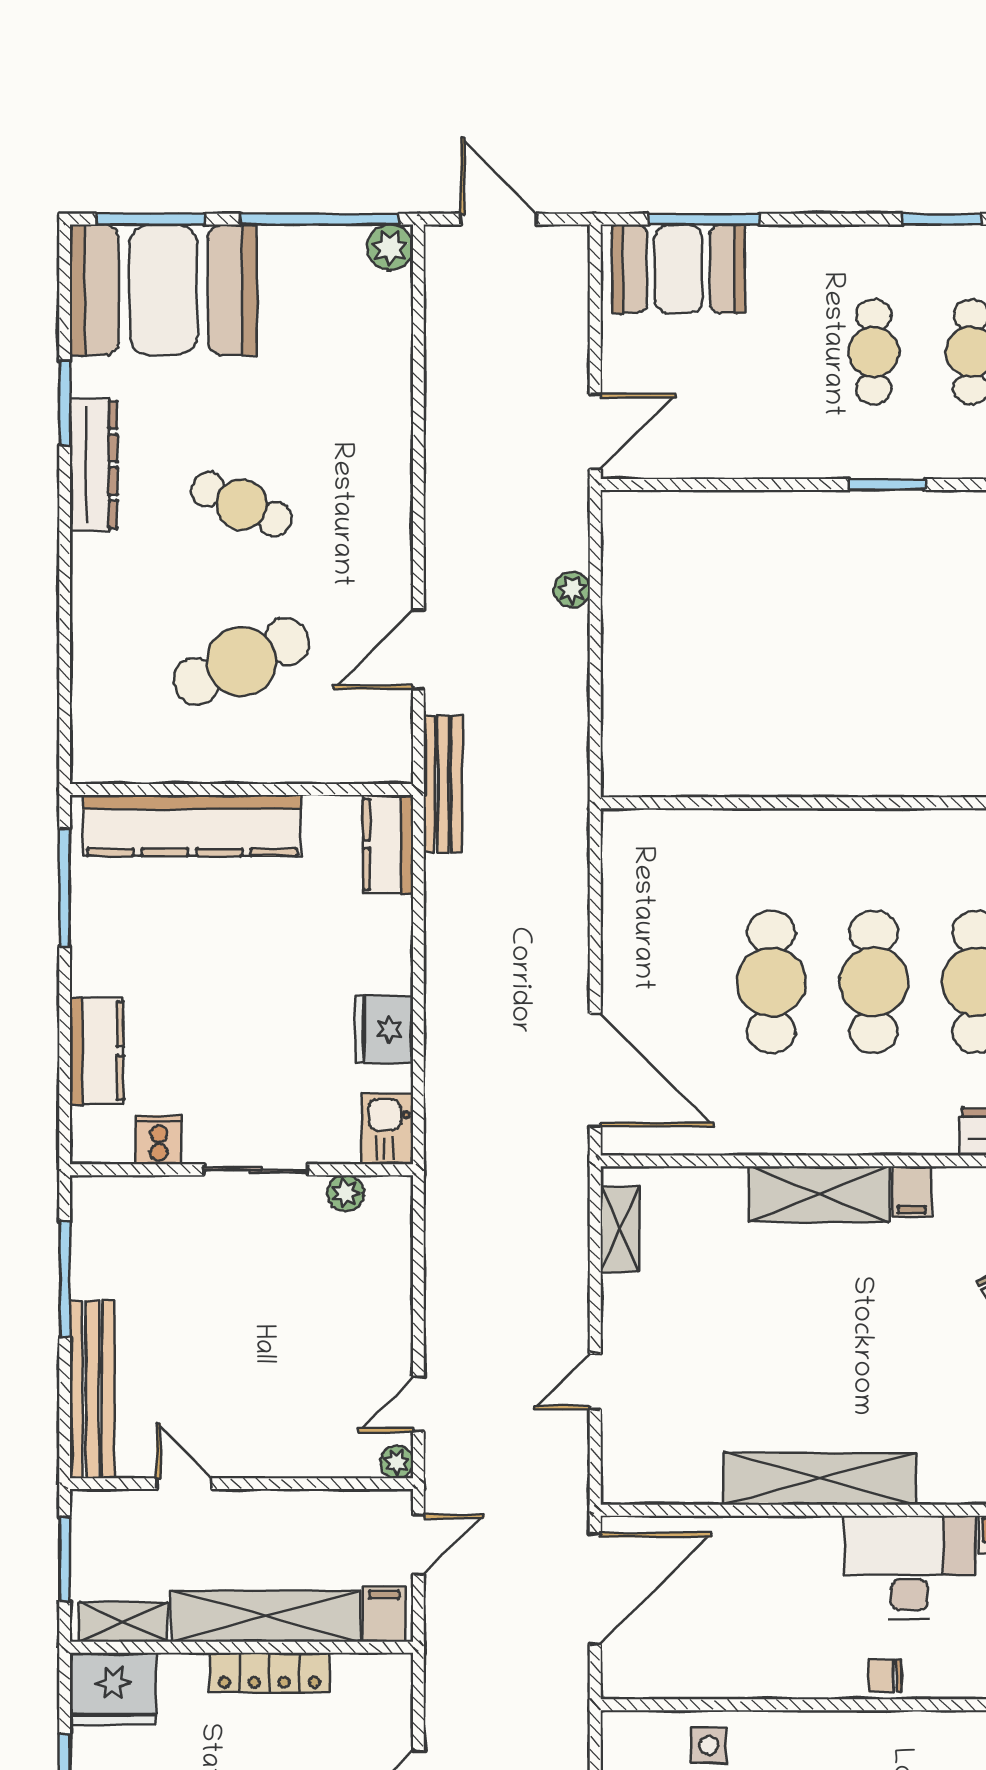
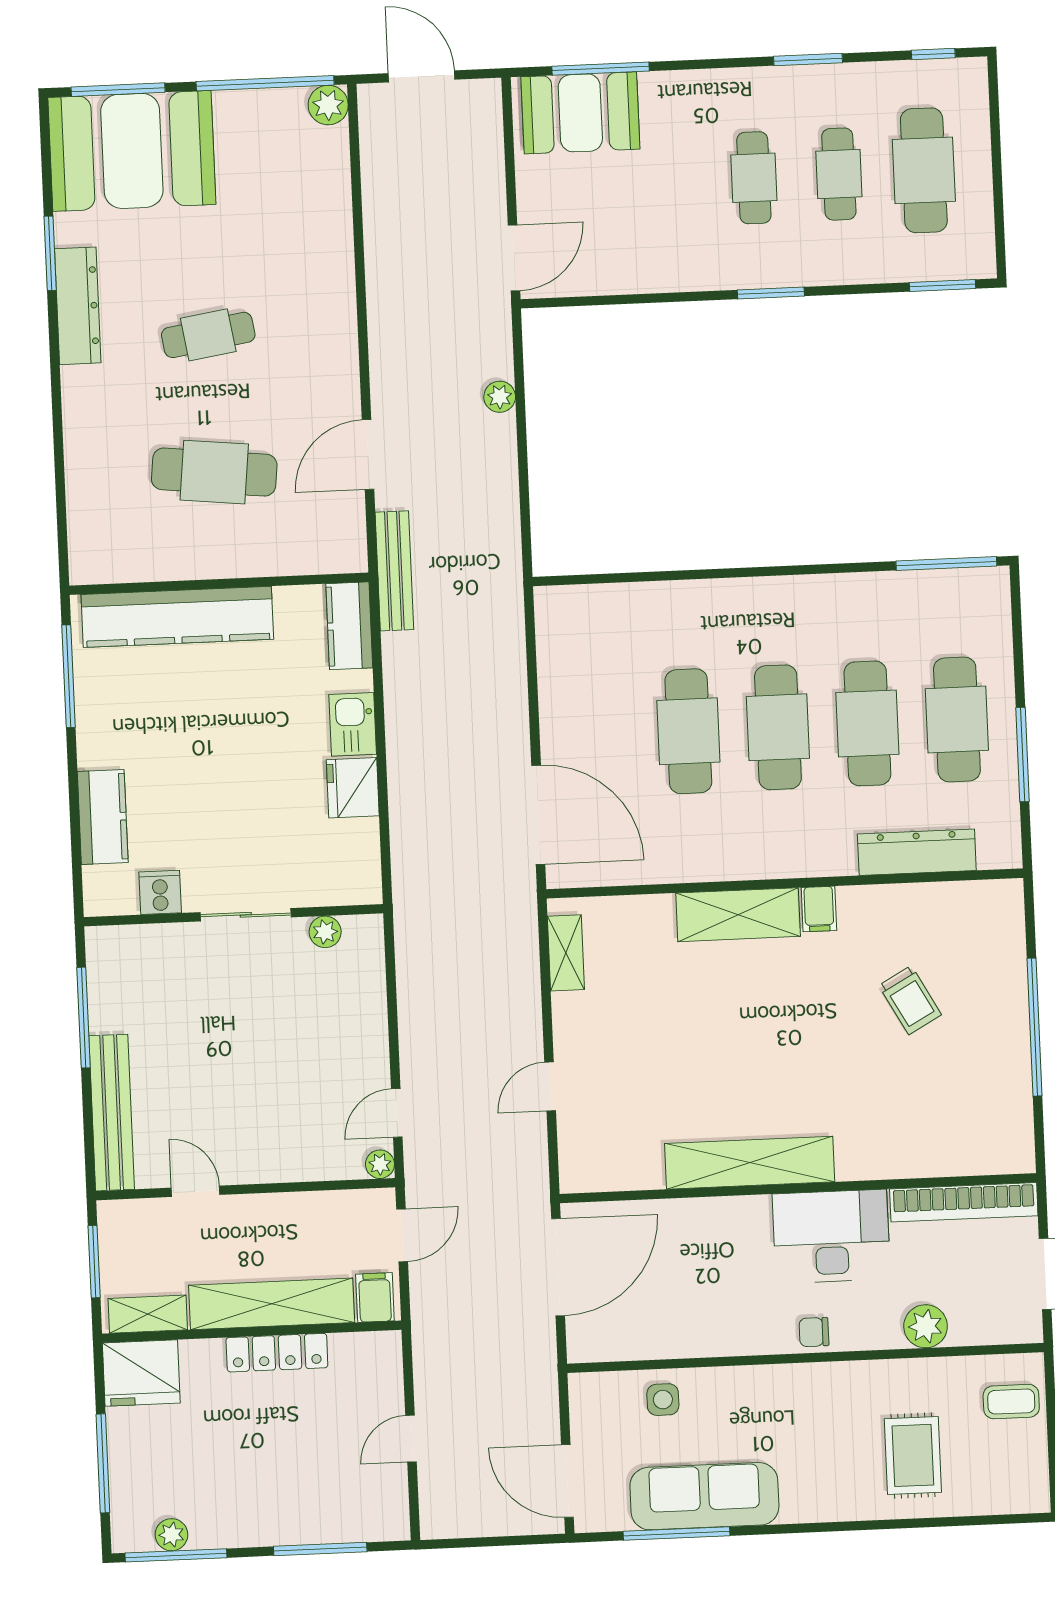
cafe table: (242, 504) -> (208, 335), turned -33
cafe table: (242, 662) -> (214, 472), turned 30
kitchen sink: (387, 1129) -> (353, 724), moved

